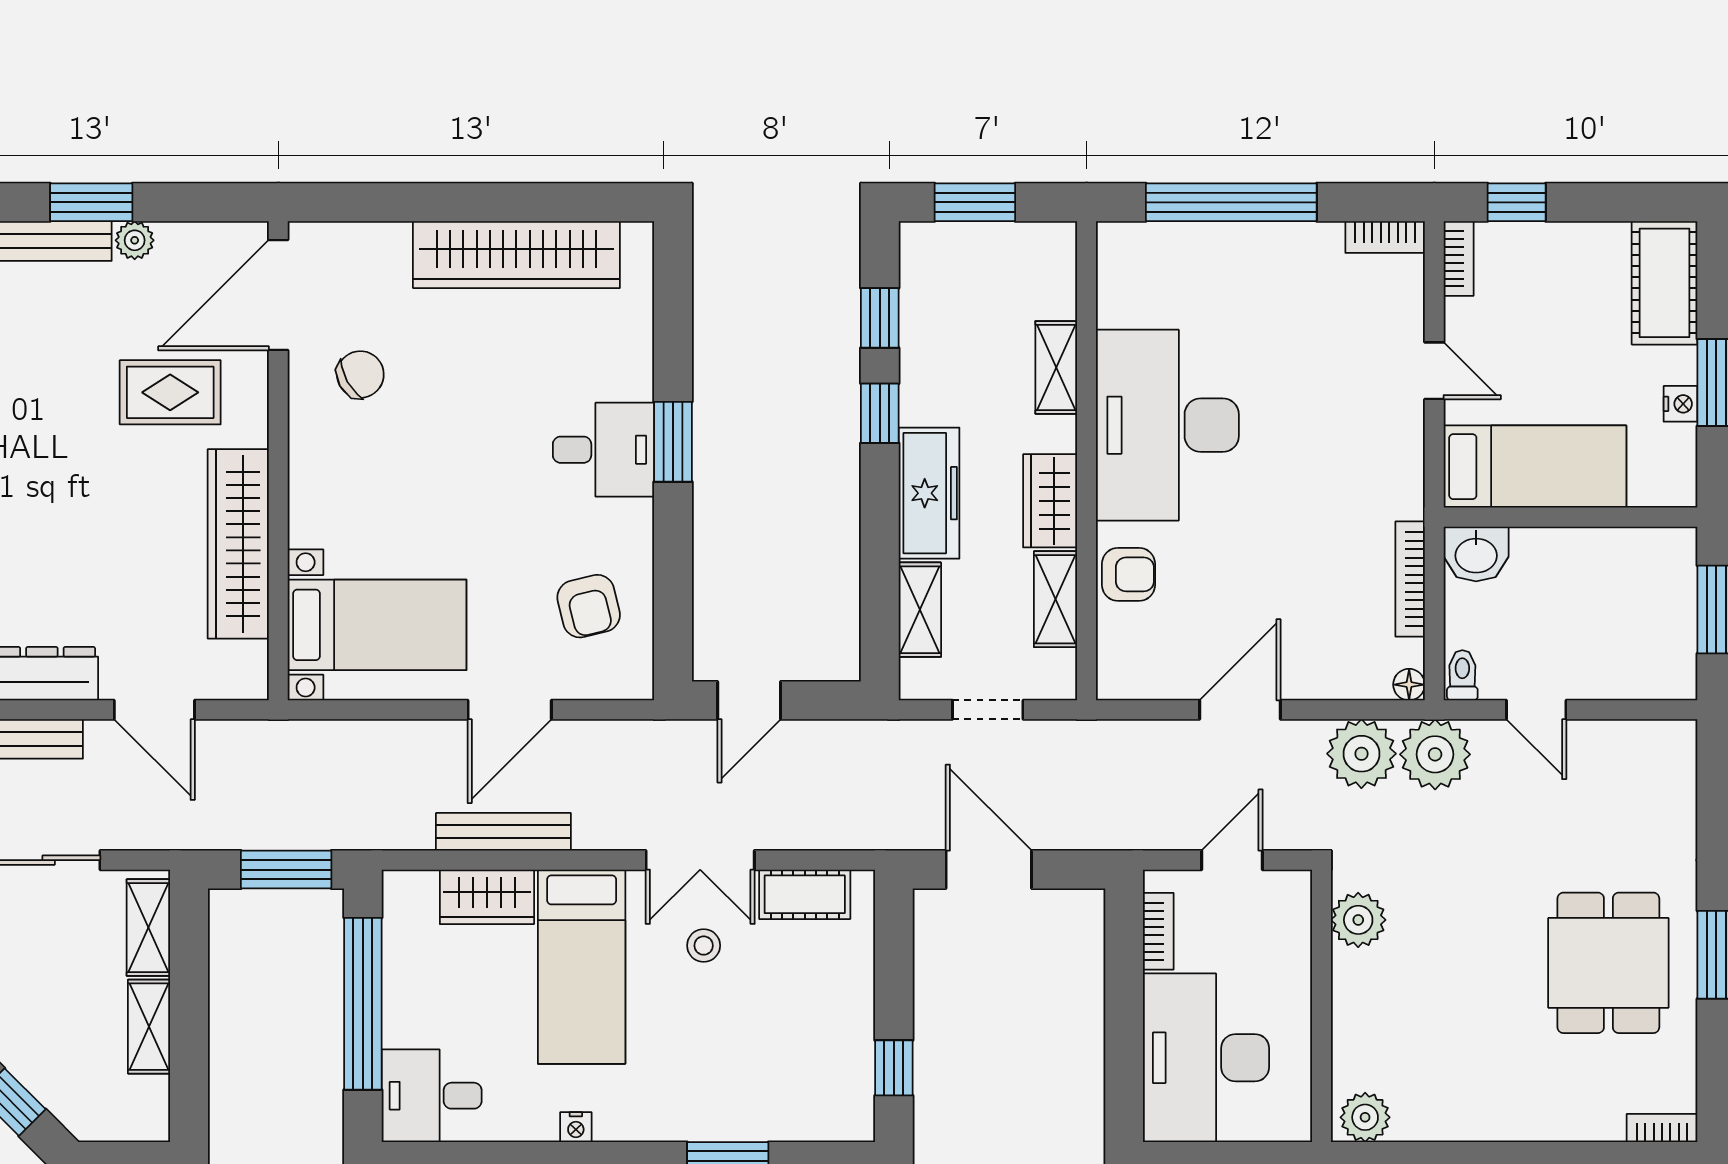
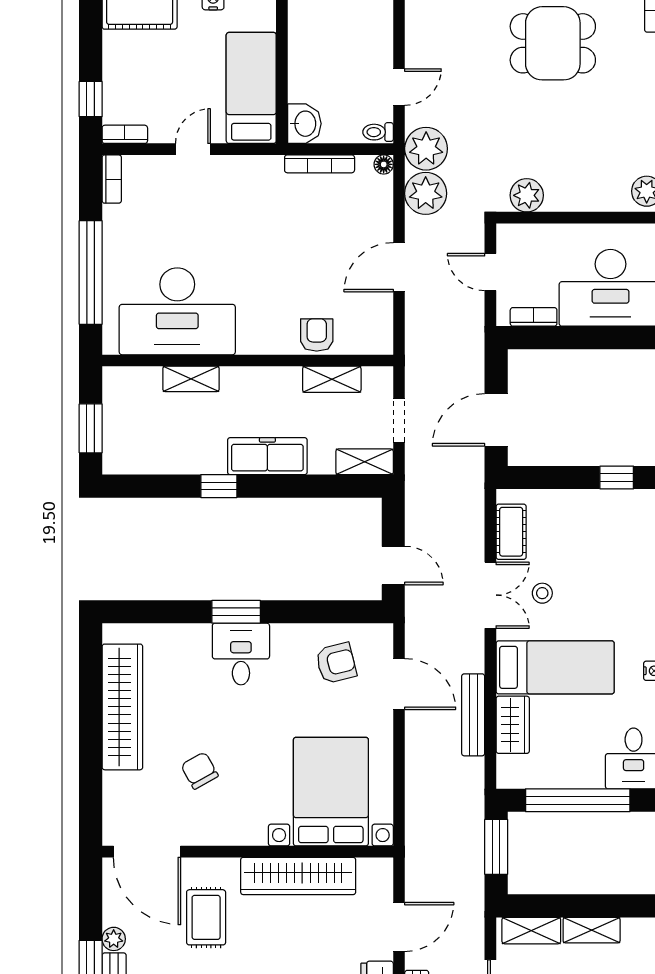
window: (880, 318) -> (161, 486), removed
chair: (360, 374) -> (200, 771), moved
desk: (1167, 425) -> (177, 311), moved
wardrobe: (1050, 501) -> (272, 383), removed
shelving: (920, 610) -> (365, 462), moved
bed with nightstands: (377, 625) -> (331, 792), width x1.36
door: (510, 710) -> (399, 684), moved
door: (1240, 710) -> (399, 267), hinge flipped

